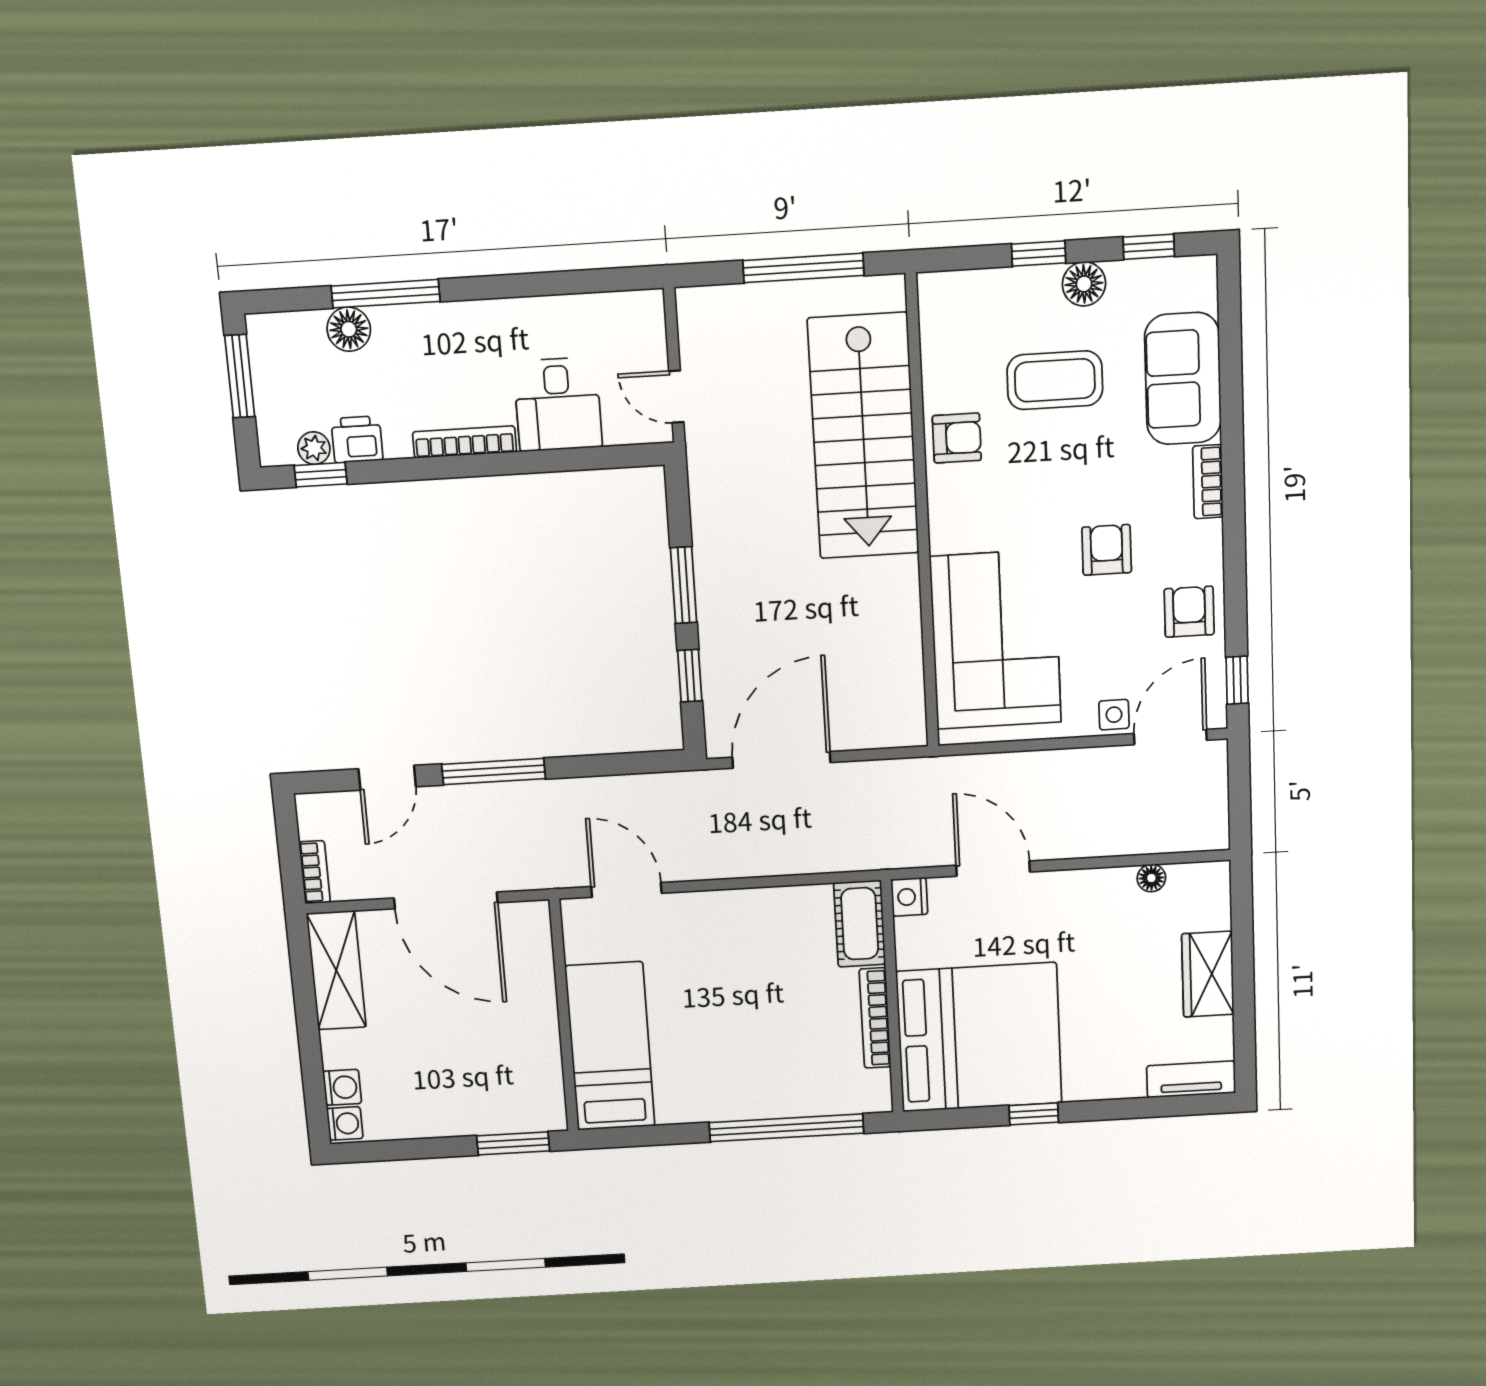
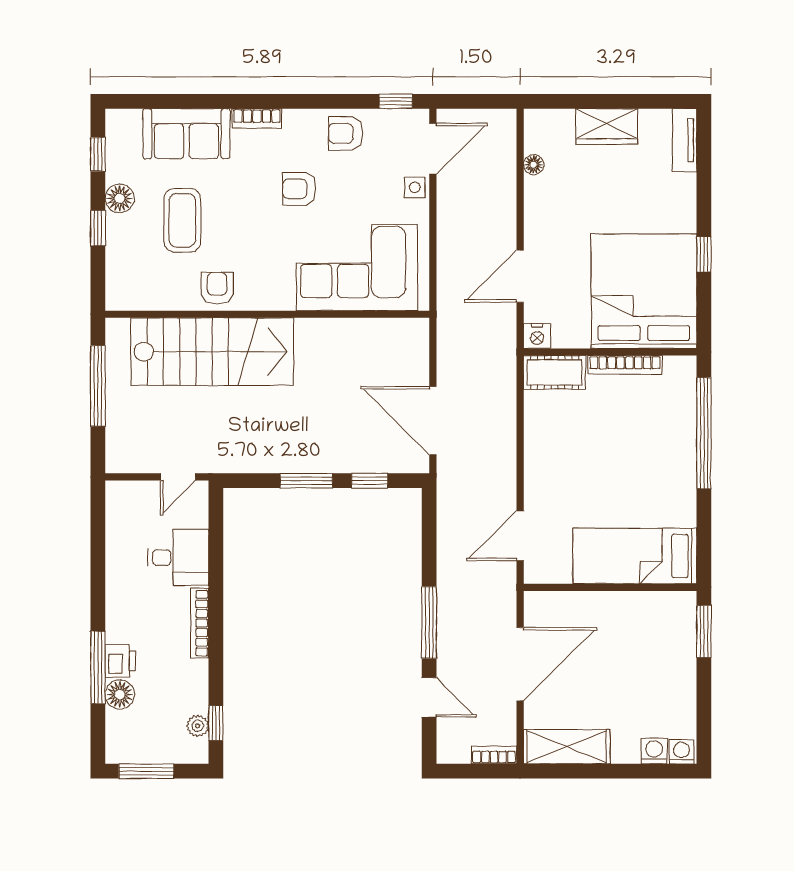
printer: (357, 439) -> (120, 661), moved, turned 180
door: (1170, 737) -> (433, 149), swing flipped

